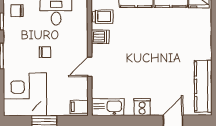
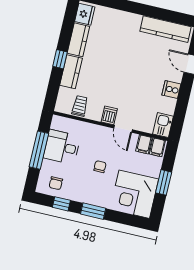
dishwasher: (100, 37) -> (109, 115), moved
filing cabinet: (79, 92) -> (144, 144), added
kitchen sink: (108, 107) -> (163, 125), width x0.73

